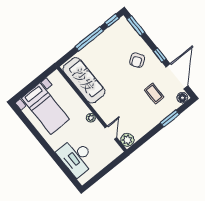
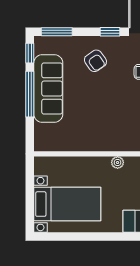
sofa: (84, 80) -> (48, 89), moved, turned 90

